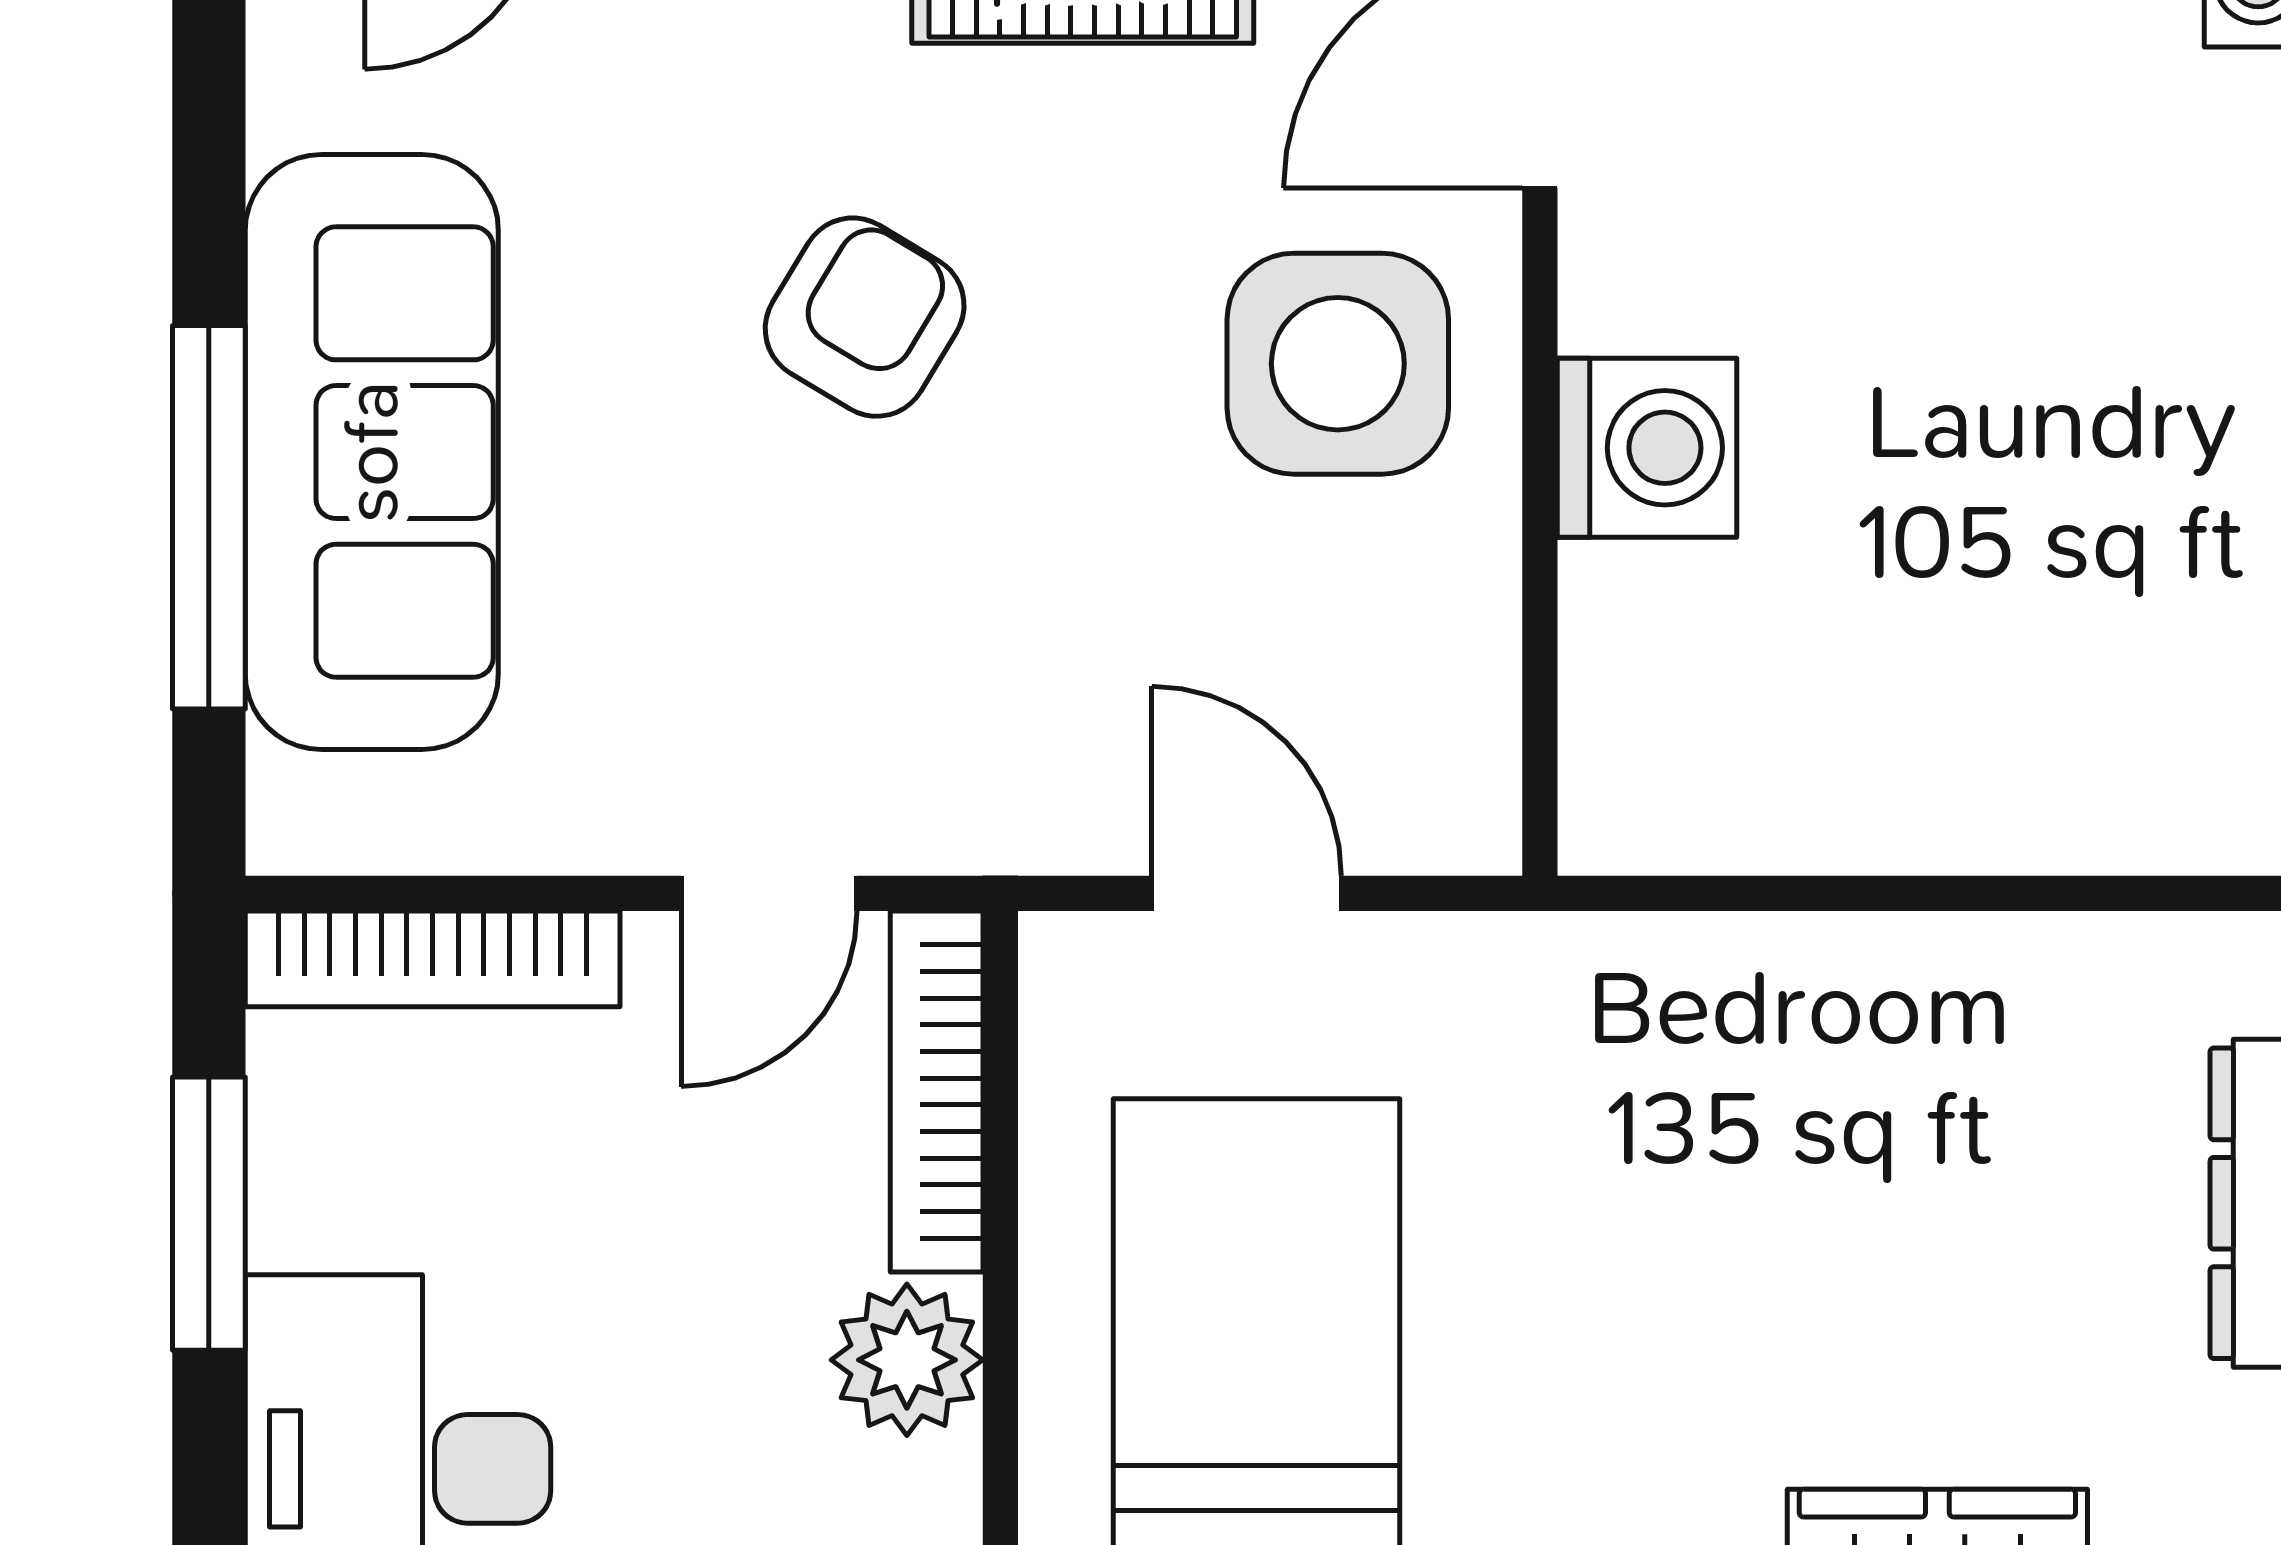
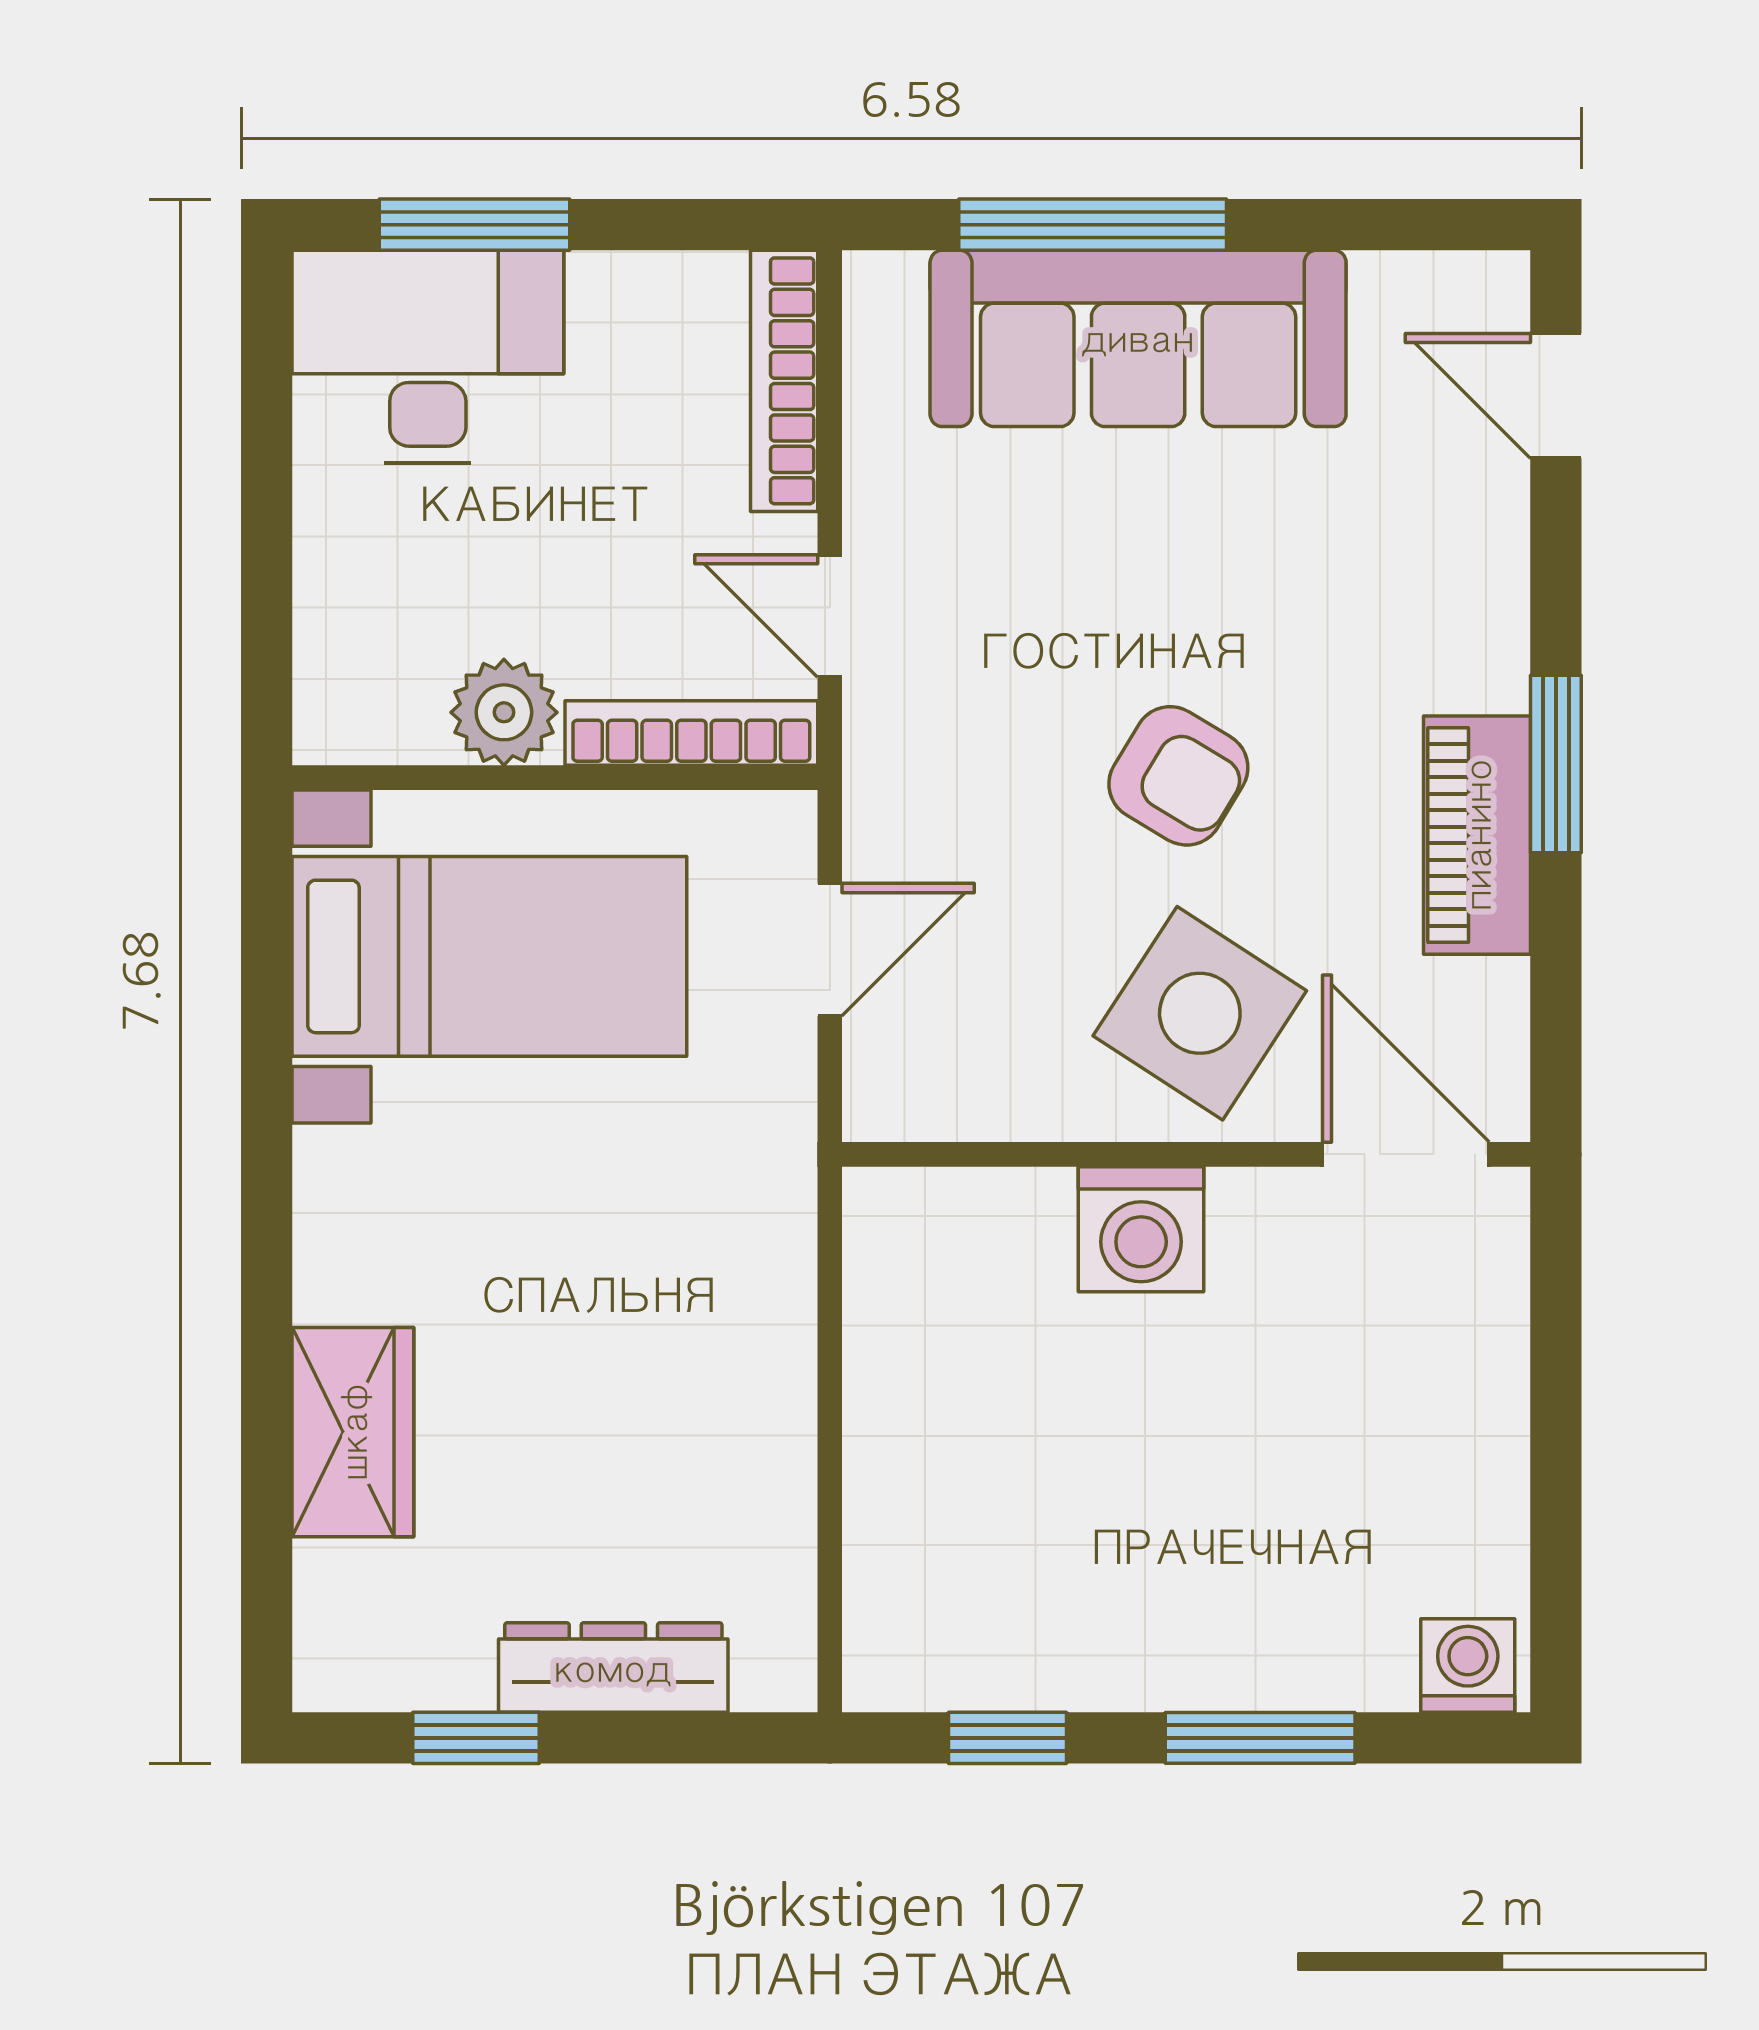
armchair: (865, 317) -> (1178, 776), moved
side table: (1338, 364) -> (1200, 1013), turned 33
window: (209, 1214) -> (474, 225), moved

